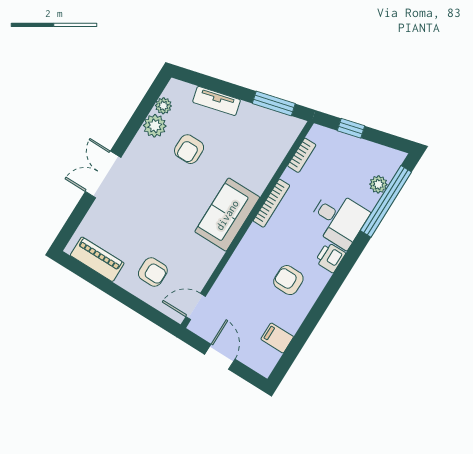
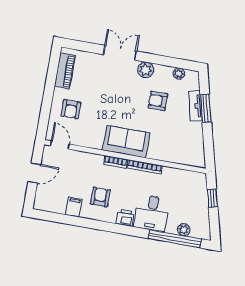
window: (274, 104) -> (206, 108), moved
plant: (155, 126) -> (146, 70), moved
bookcase: (302, 155) -> (115, 162), moved
filing cabinet: (277, 338) -> (74, 207), moved

